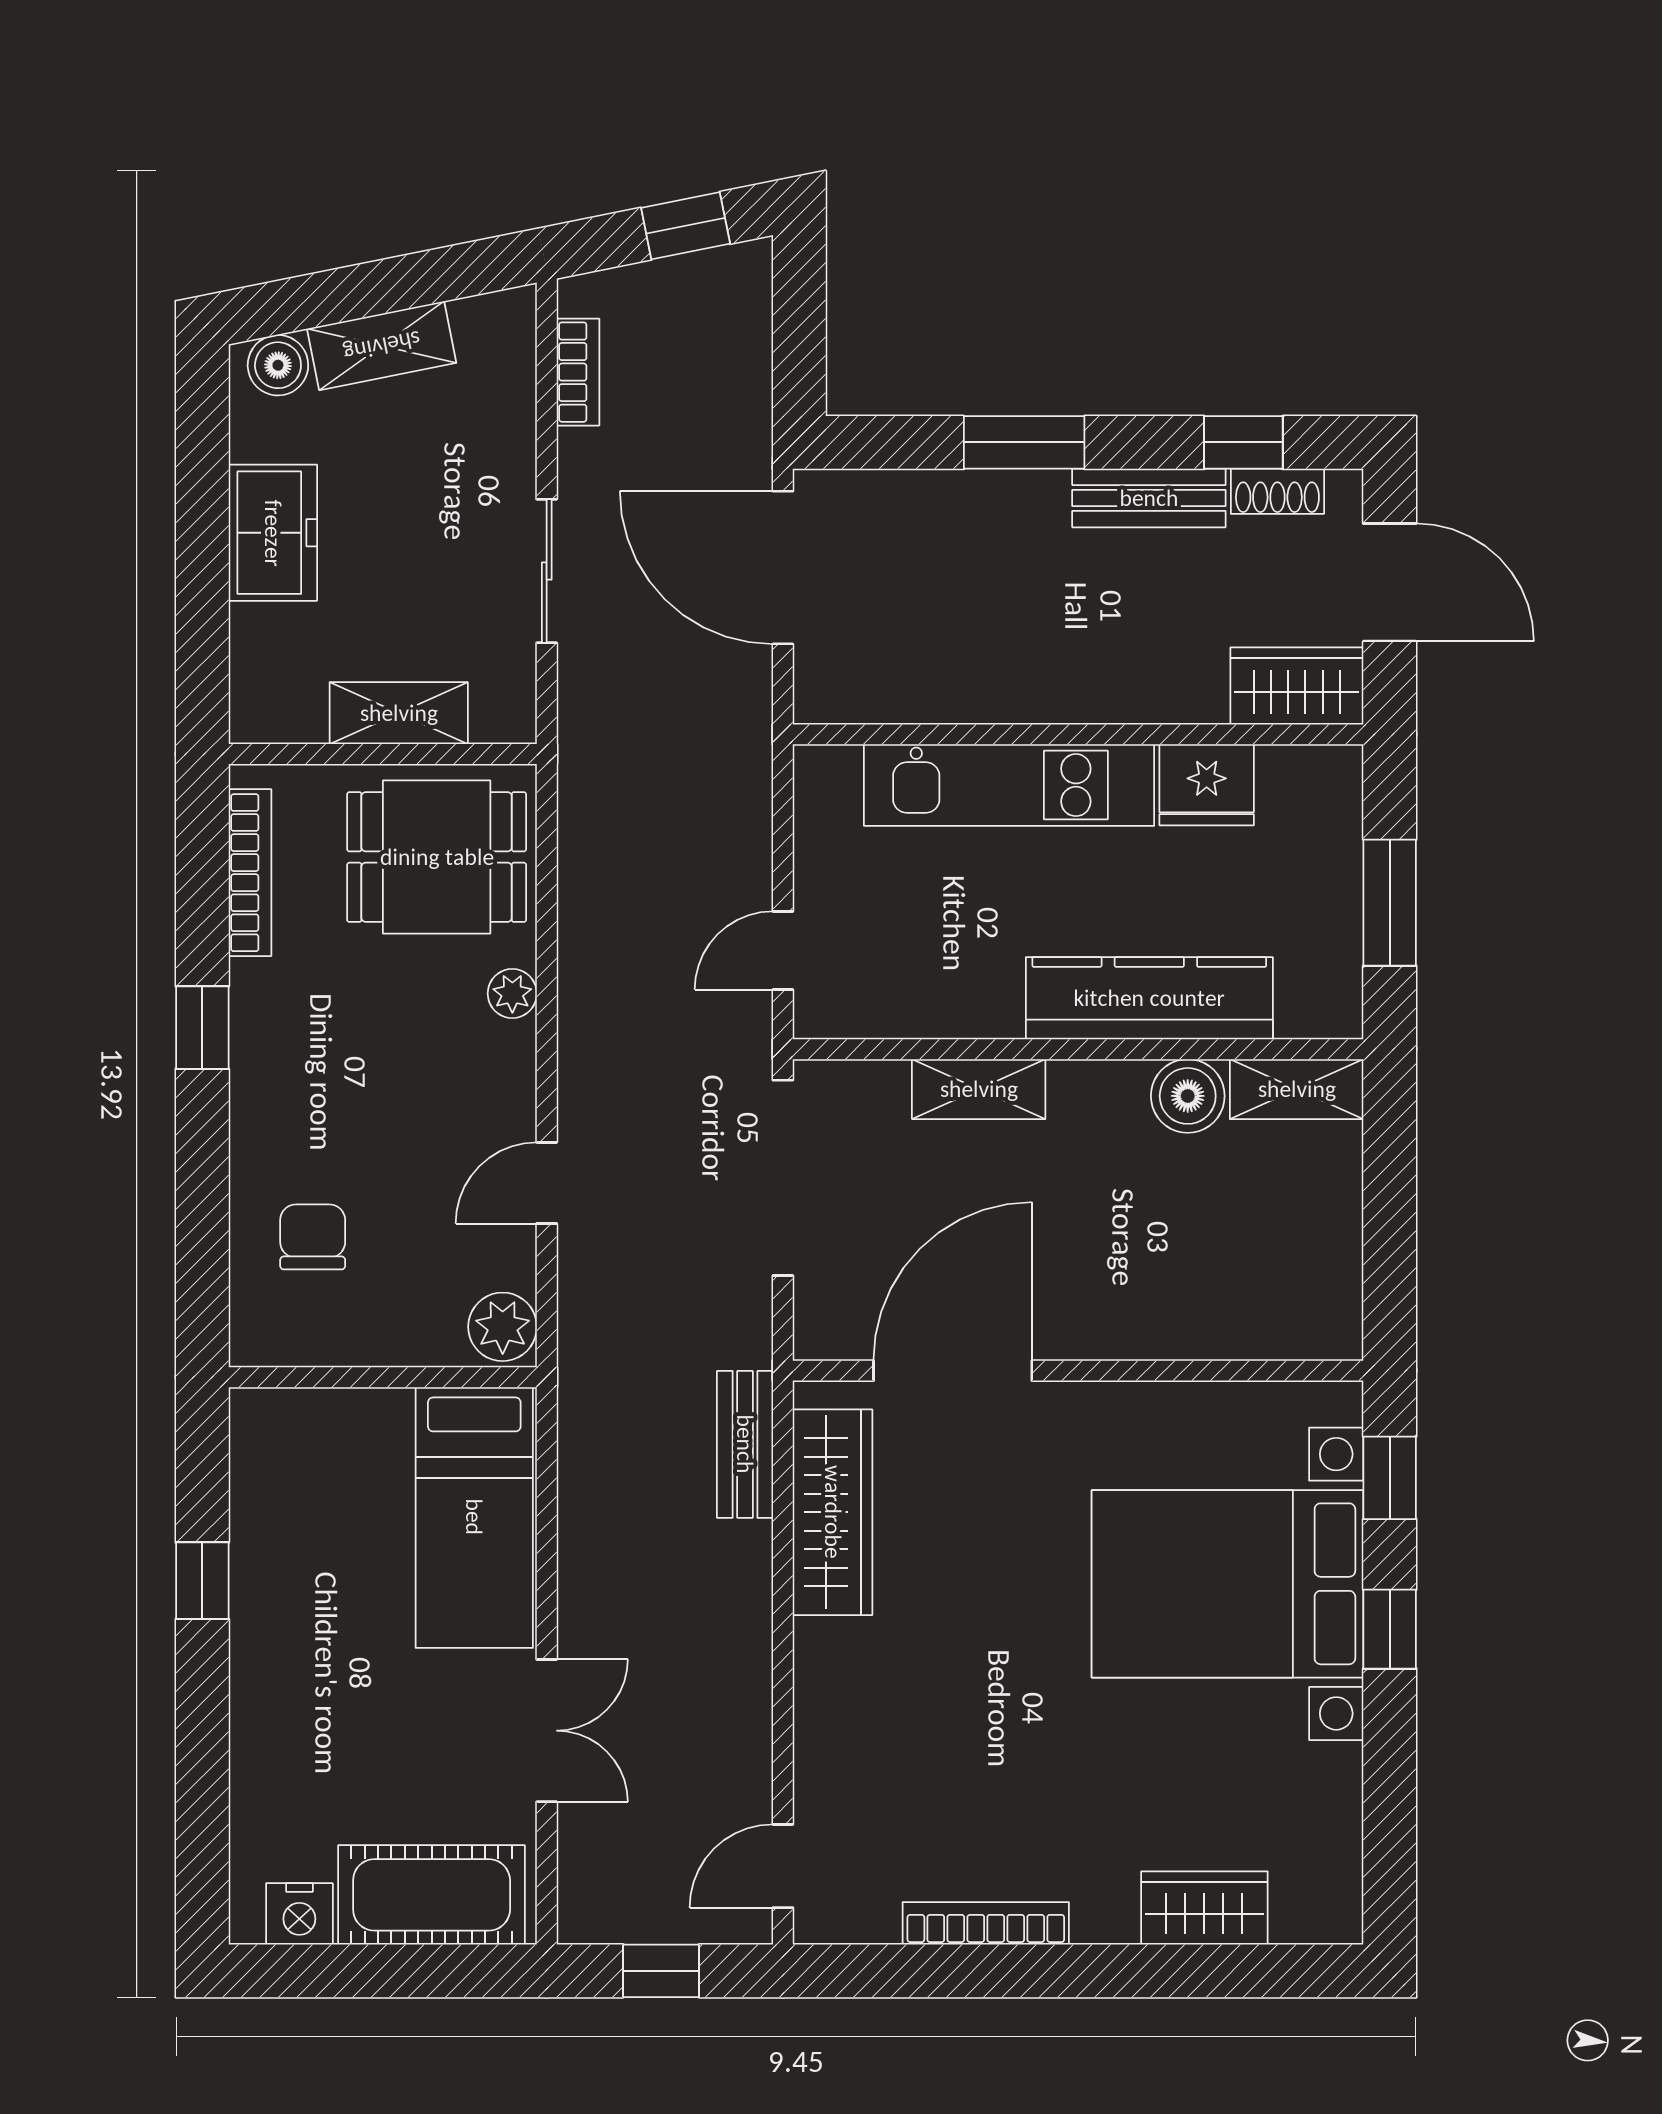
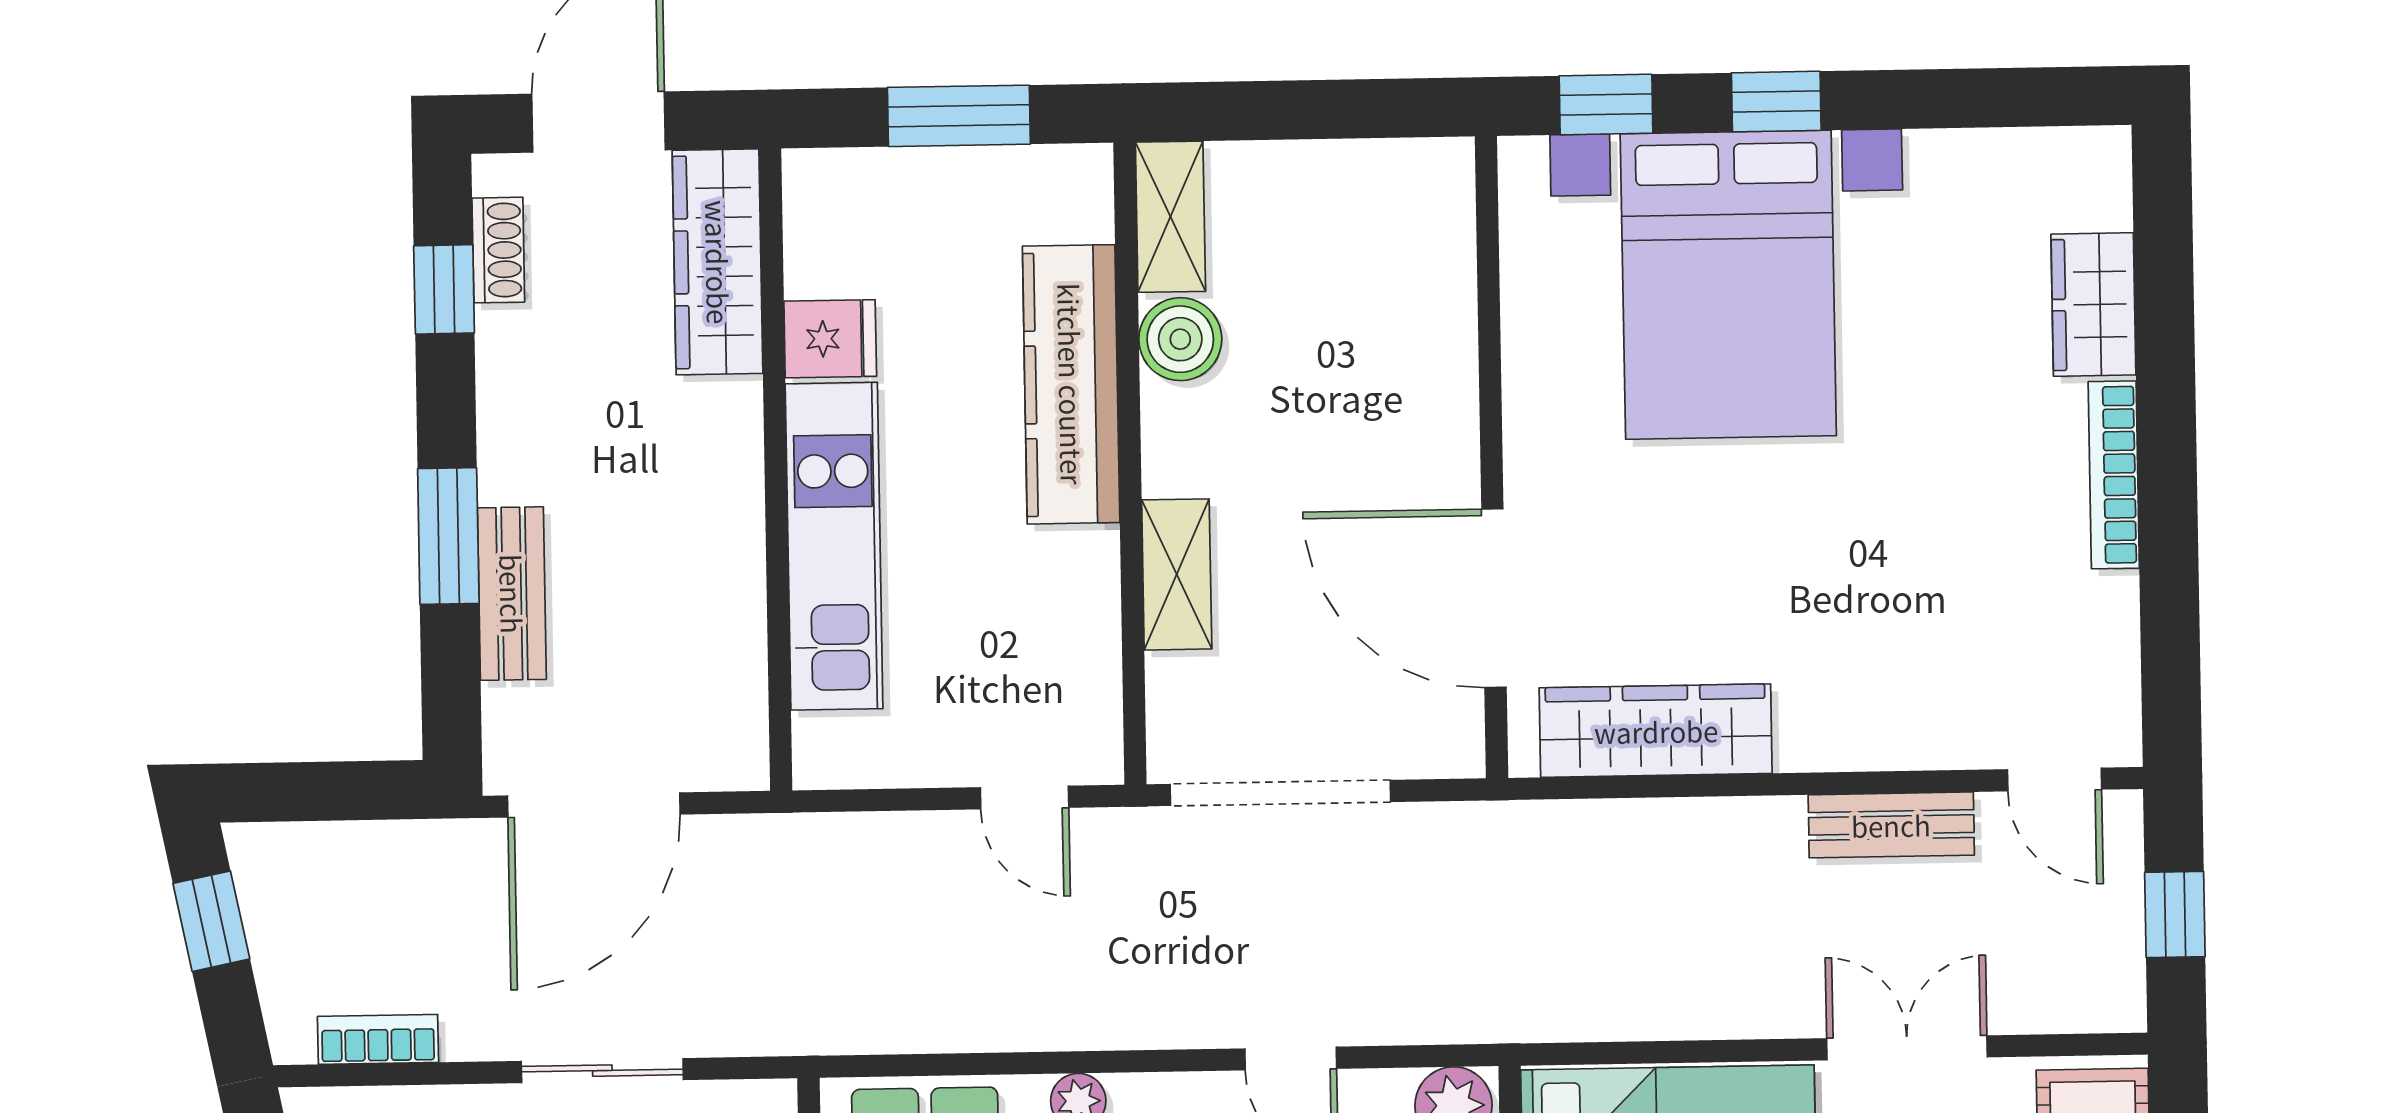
bench: (1149, 498) -> (512, 594), moved
wardrobe: (1297, 686) -> (718, 262), width x1.50
fridge: (1207, 785) -> (830, 339), width x0.72
bench: (745, 1444) -> (1891, 825), moved
bookcase: (986, 1923) -> (2114, 475), moved

